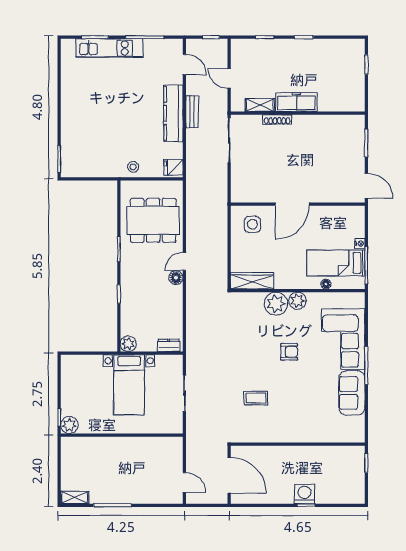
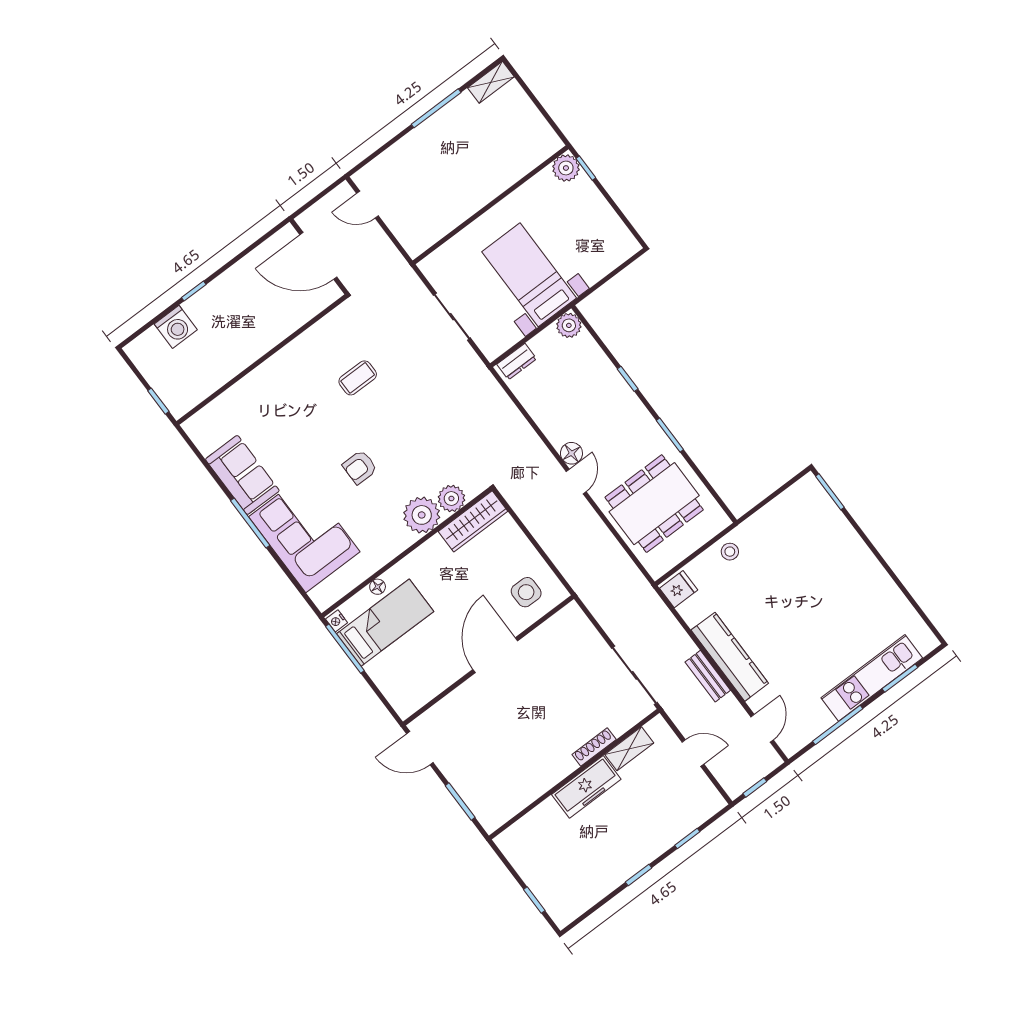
door: (184, 64) -> (762, 728), swing flipped
nightstand: (360, 244) -> (337, 621), moved
plant: (297, 301) -> (451, 499), moved
washing machine: (305, 494) -> (176, 327), moved

